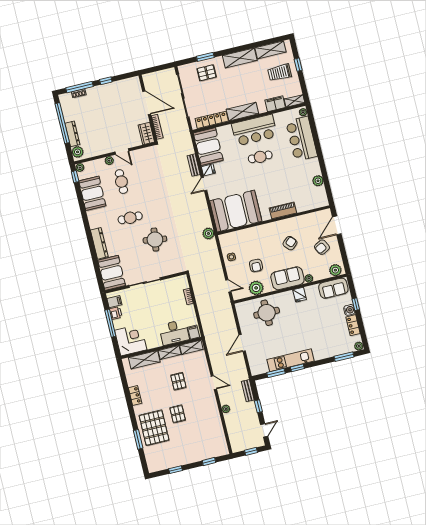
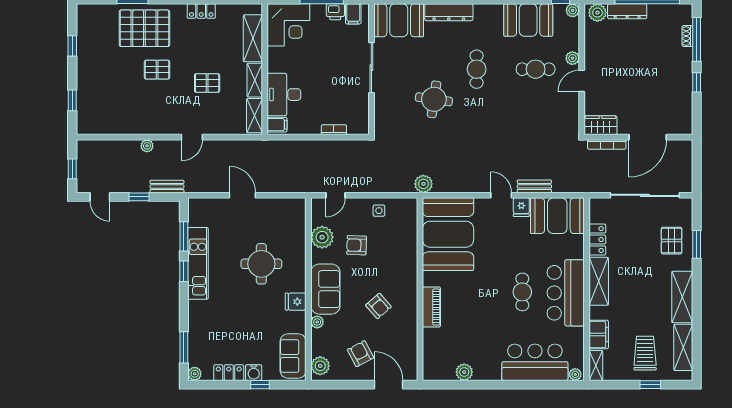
locker: (212, 120) -> (597, 240), width x0.66
round table: (267, 313) -> (261, 264), moved

